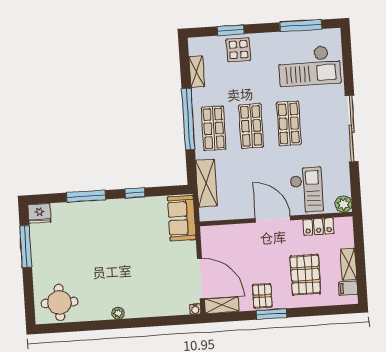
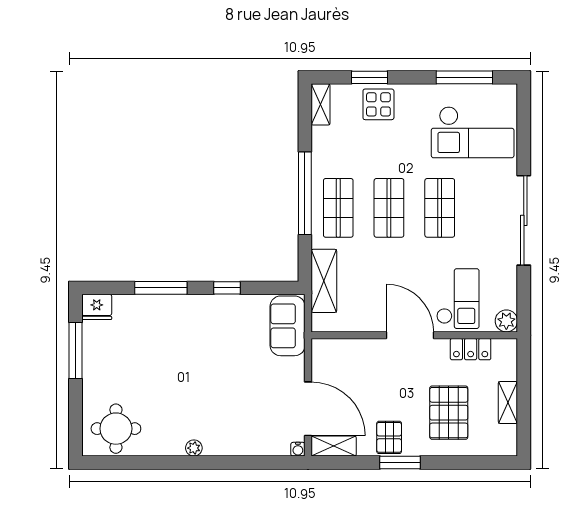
shelving: (197, 72) -> (321, 104), moved
filing cabinet: (348, 288) -> (505, 435), removed

